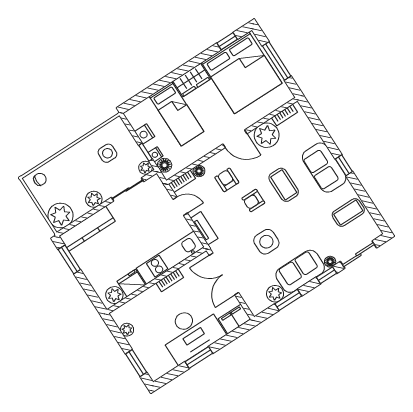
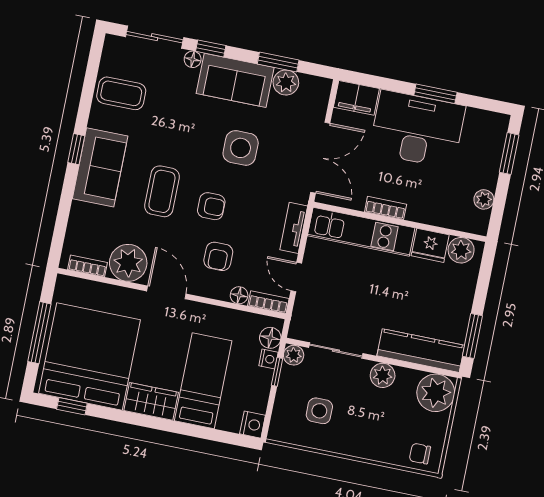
nightstand: (145, 134) -> (253, 425), moved

